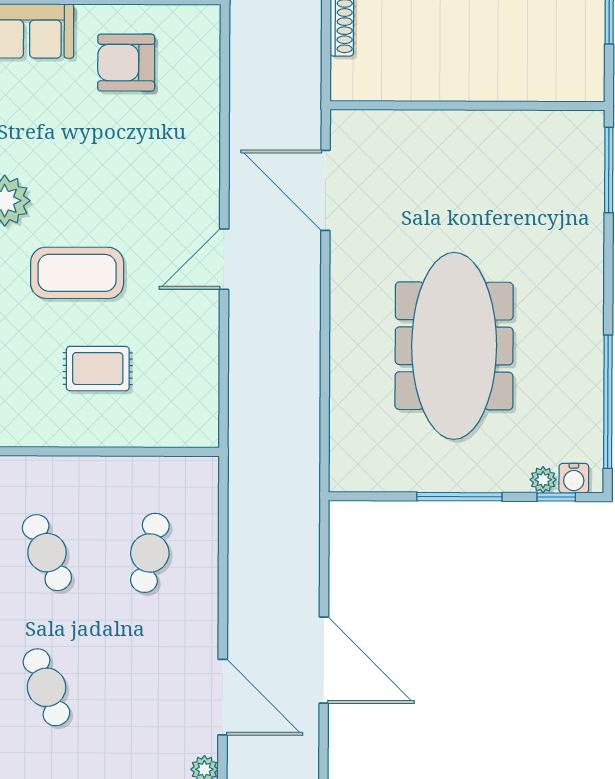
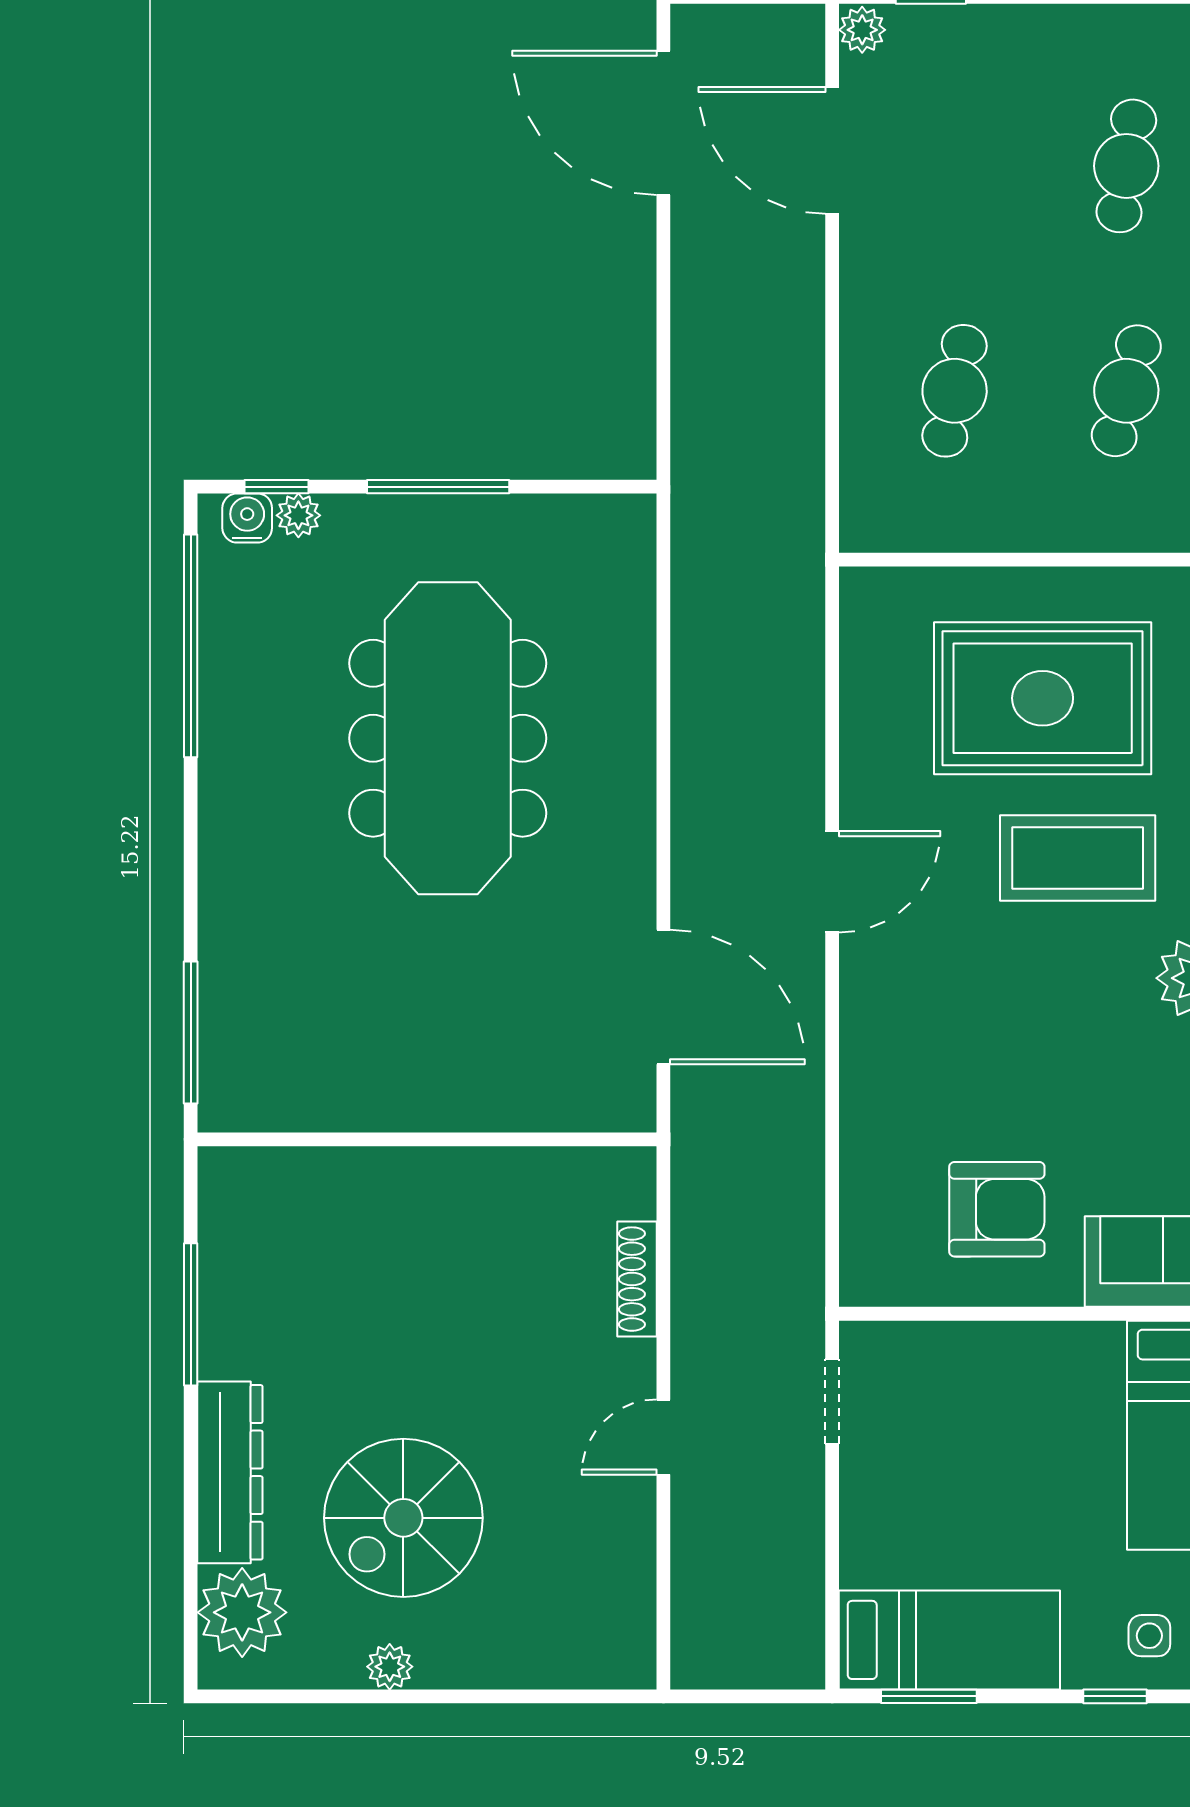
rug: (98, 369) -> (1043, 698), width x1.86, depth x2.06
cafe table: (47, 553) -> (1126, 391), turned 39
door: (324, 660) -> (663, 123), moved
cafe table: (46, 687) -> (1126, 166), turned 30

